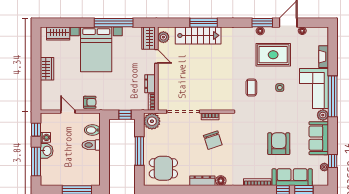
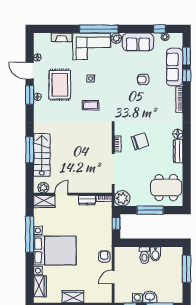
bidet: (92, 130) -> (155, 254), moved
armchair: (279, 144) -> (143, 79), width x0.53, depth x0.53
dining table: (163, 168) -> (166, 188), width x1.38

